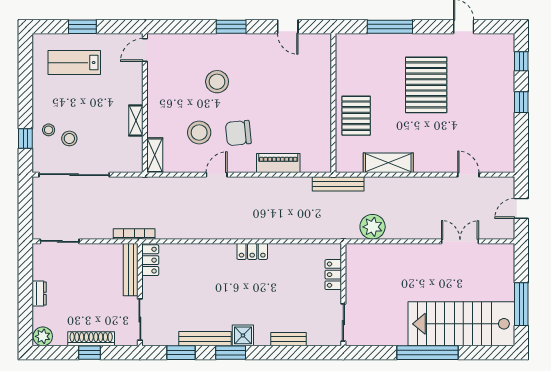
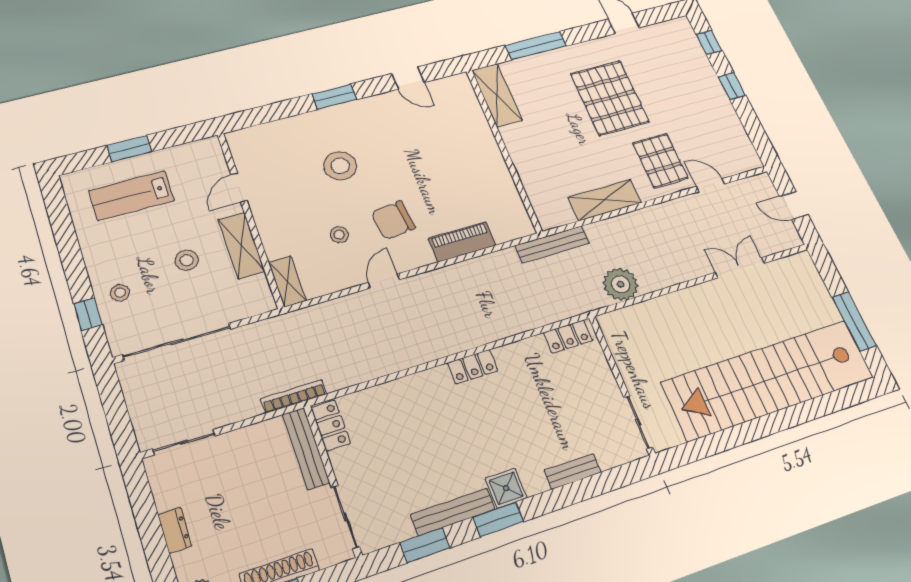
door: (145, 50) -> (239, 188), moved
shelving: (346, 59) -> (497, 95), added
pallet: (356, 116) -> (660, 161), moved
shelving: (136, 120) -> (241, 245), width x1.50, depth x1.33
stool: (199, 132) -> (339, 235), width x0.53, depth x0.53
stool: (69, 138) -> (187, 260), moved
door: (521, 208) -> (794, 206), hinge flipped
locker: (333, 275) -> (568, 336), moved, turned -90
stairs: (461, 324) -> (768, 380), width x1.36
window: (428, 353) -> (768, 425), removed

